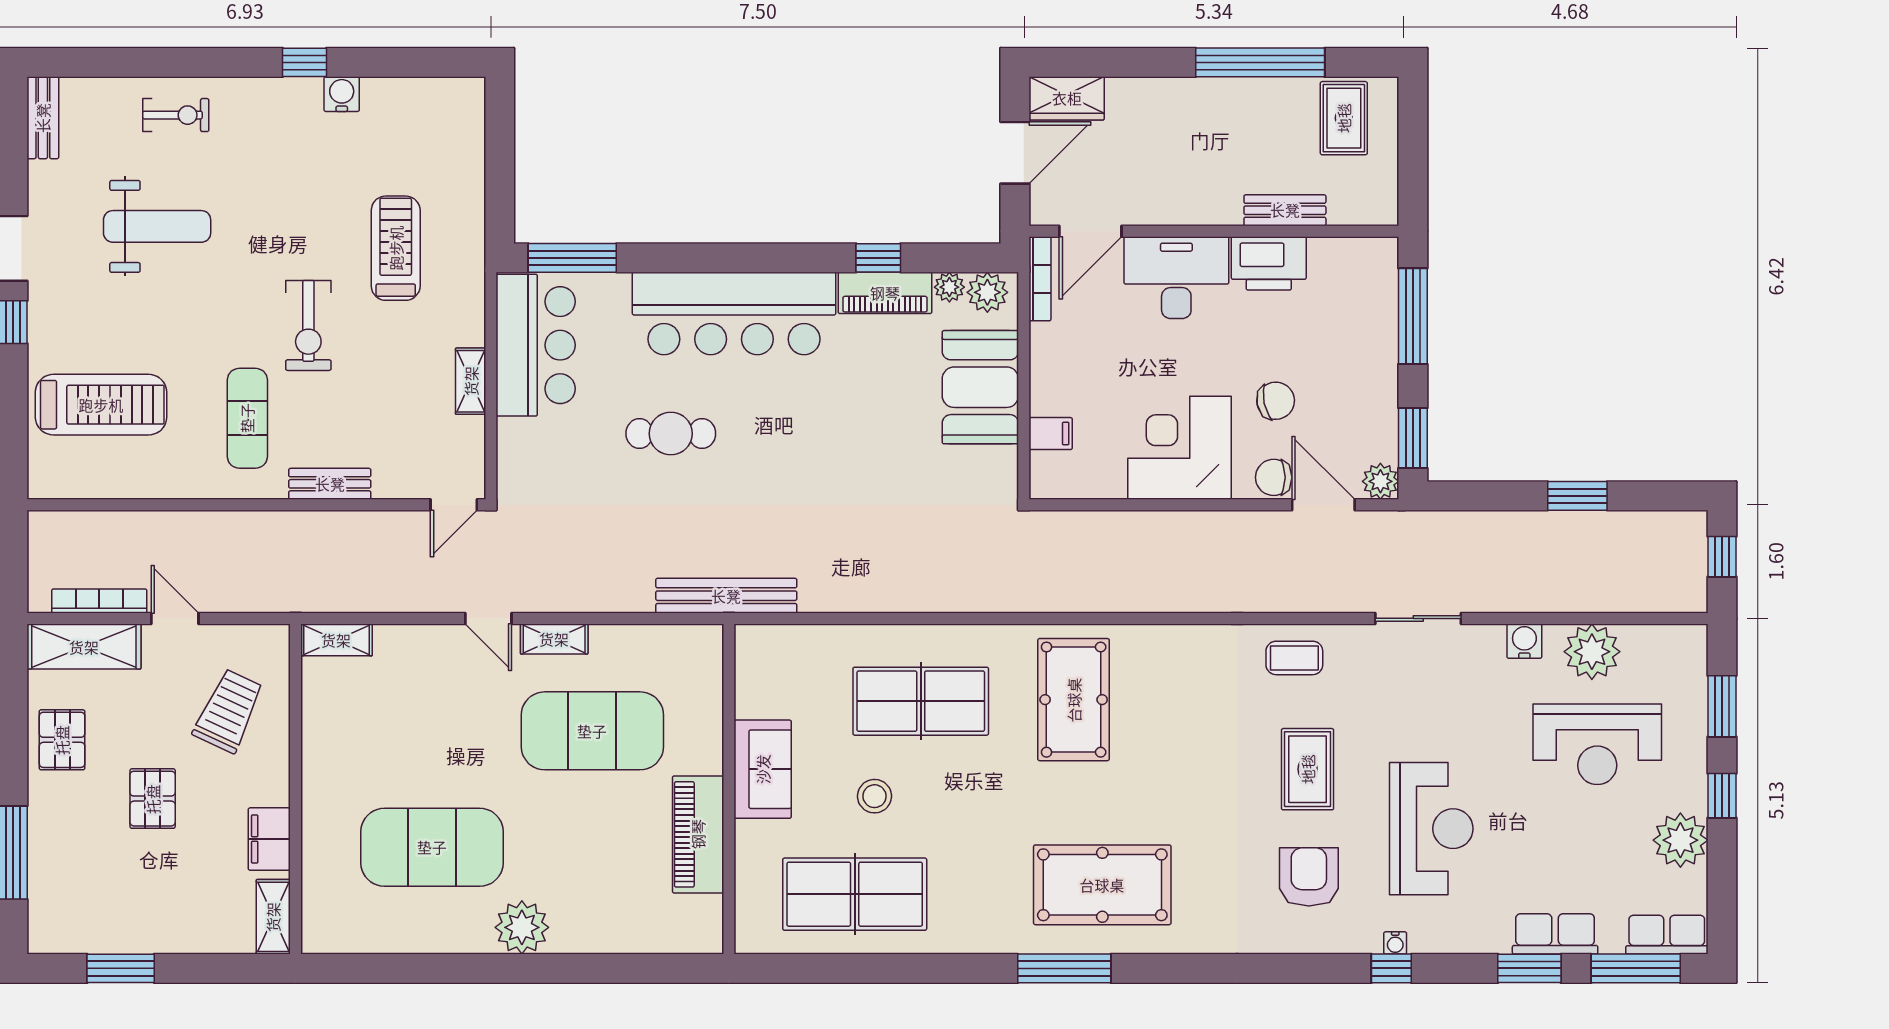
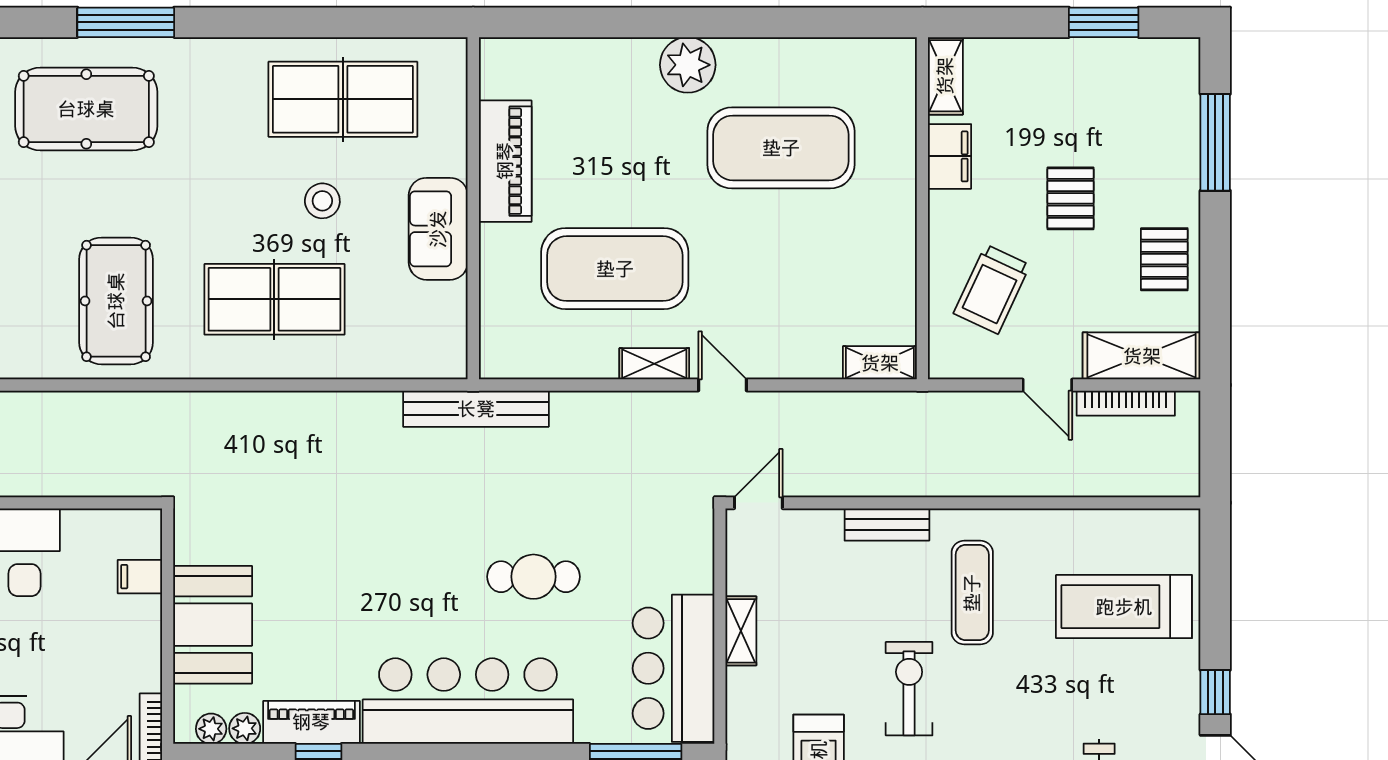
plant: (987, 292) -> (211, 729), width x0.73, depth x0.73

